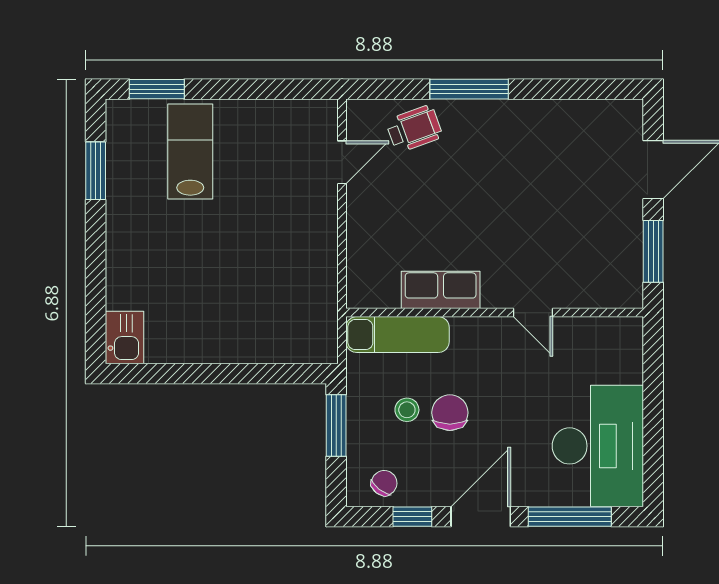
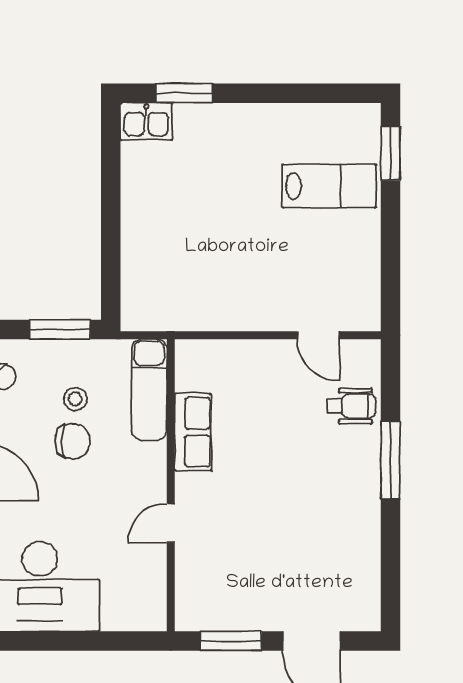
wheelchair: (414, 129) -> (352, 406), turned -70
window: (96, 171) -> (184, 93), moved

